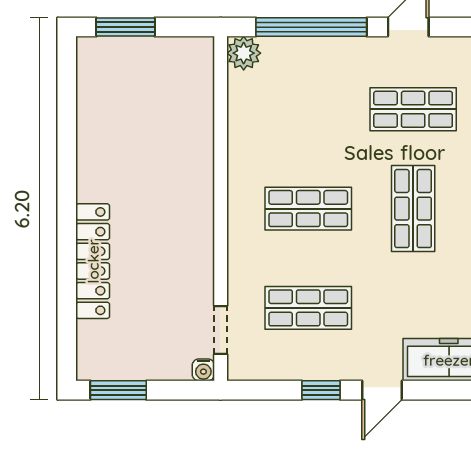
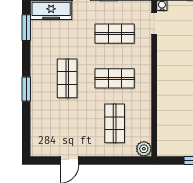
window: (311, 27) -> (113, 161), removed
shop shelf: (413, 109) -> (115, 123), moved, turned 90

